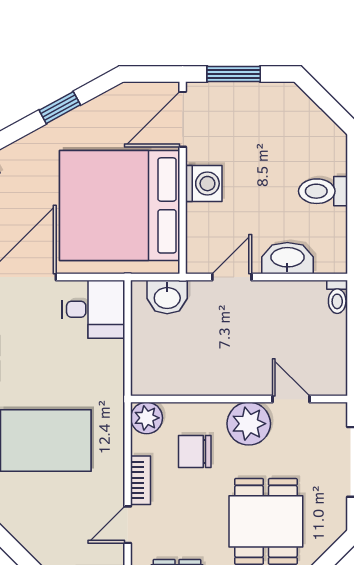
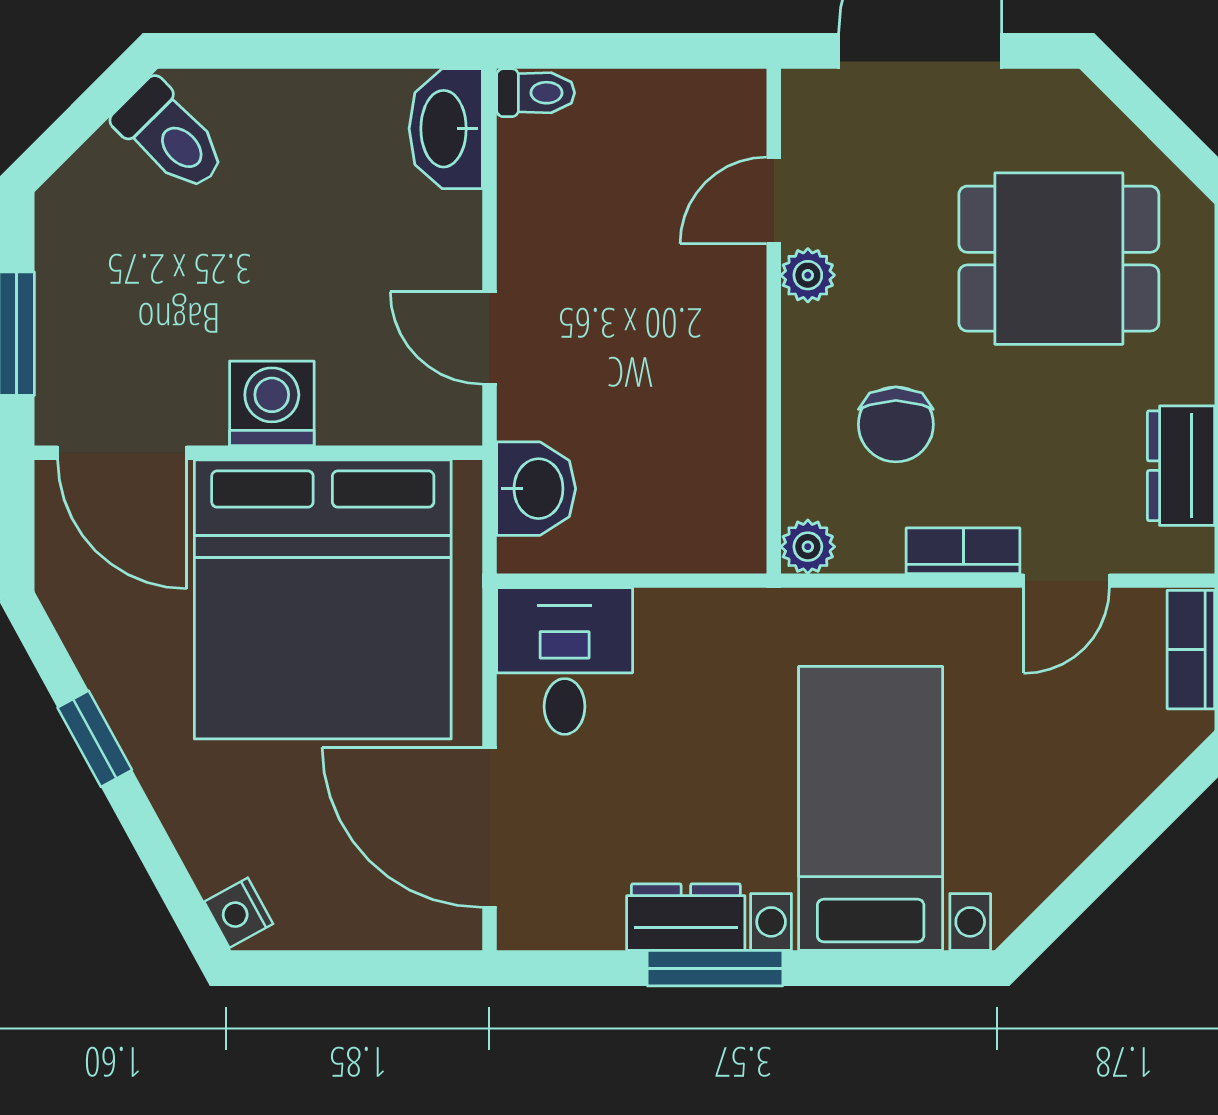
toilet: (323, 191) -> (171, 136), moved, turned -45
washbasin: (287, 258) -> (446, 129), moved
plant: (147, 418) -> (808, 547), width x0.73, depth x0.73
plant: (249, 424) -> (808, 275), width x0.53, depth x0.53
door: (128, 525) -> (1067, 581), hinge flipped

